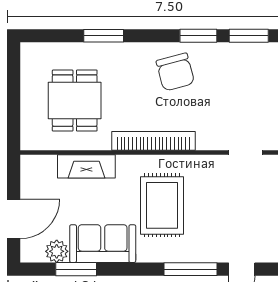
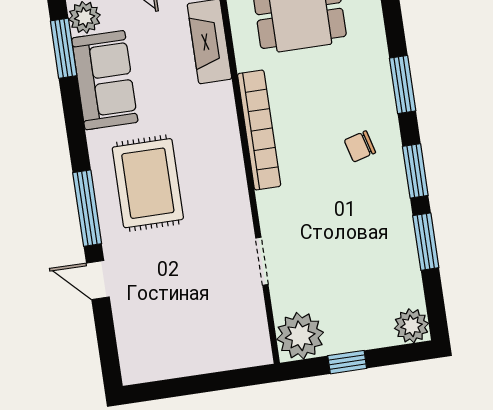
window: (104, 36) -> (403, 85), moved
chair: (175, 72) -> (360, 146), width x0.54, depth x0.54
rug: (162, 205) -> (148, 183), moved, turned 90

